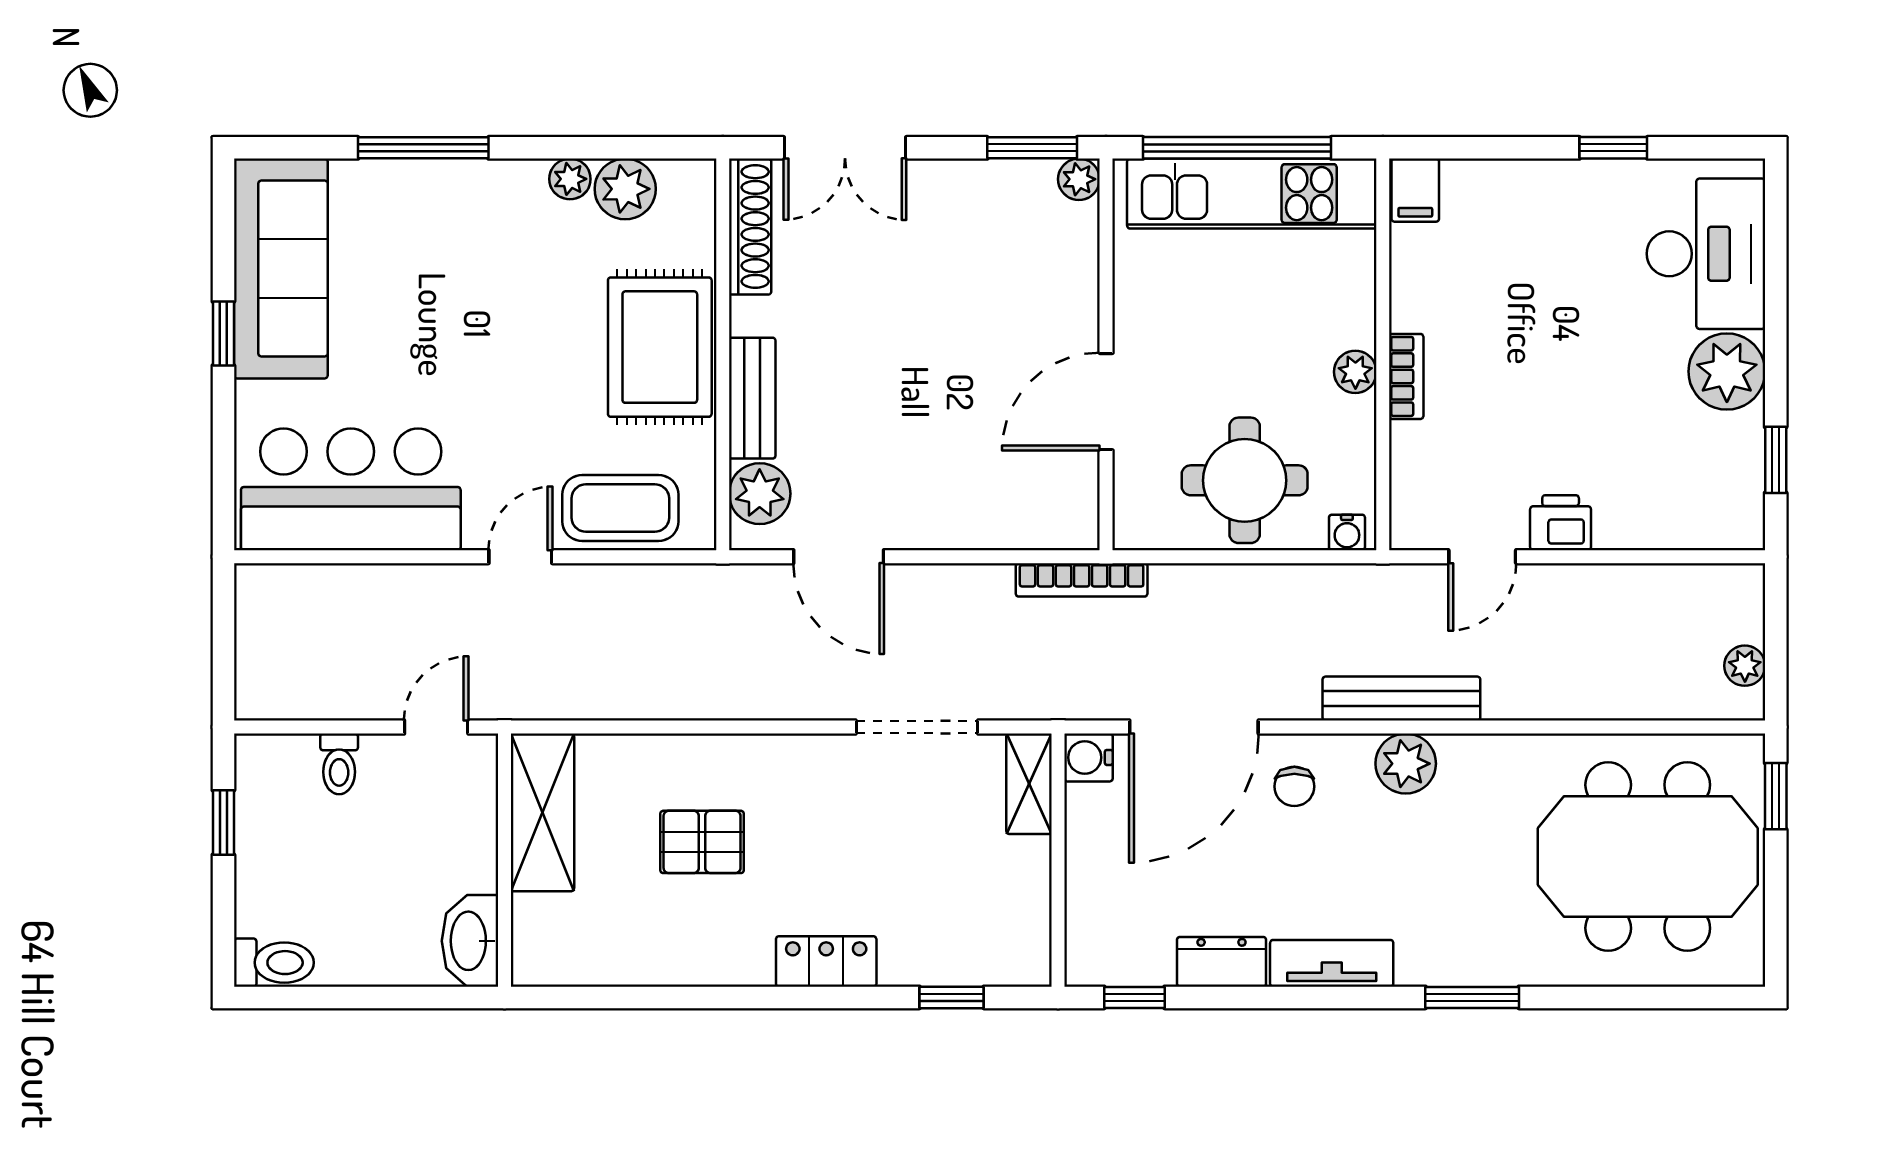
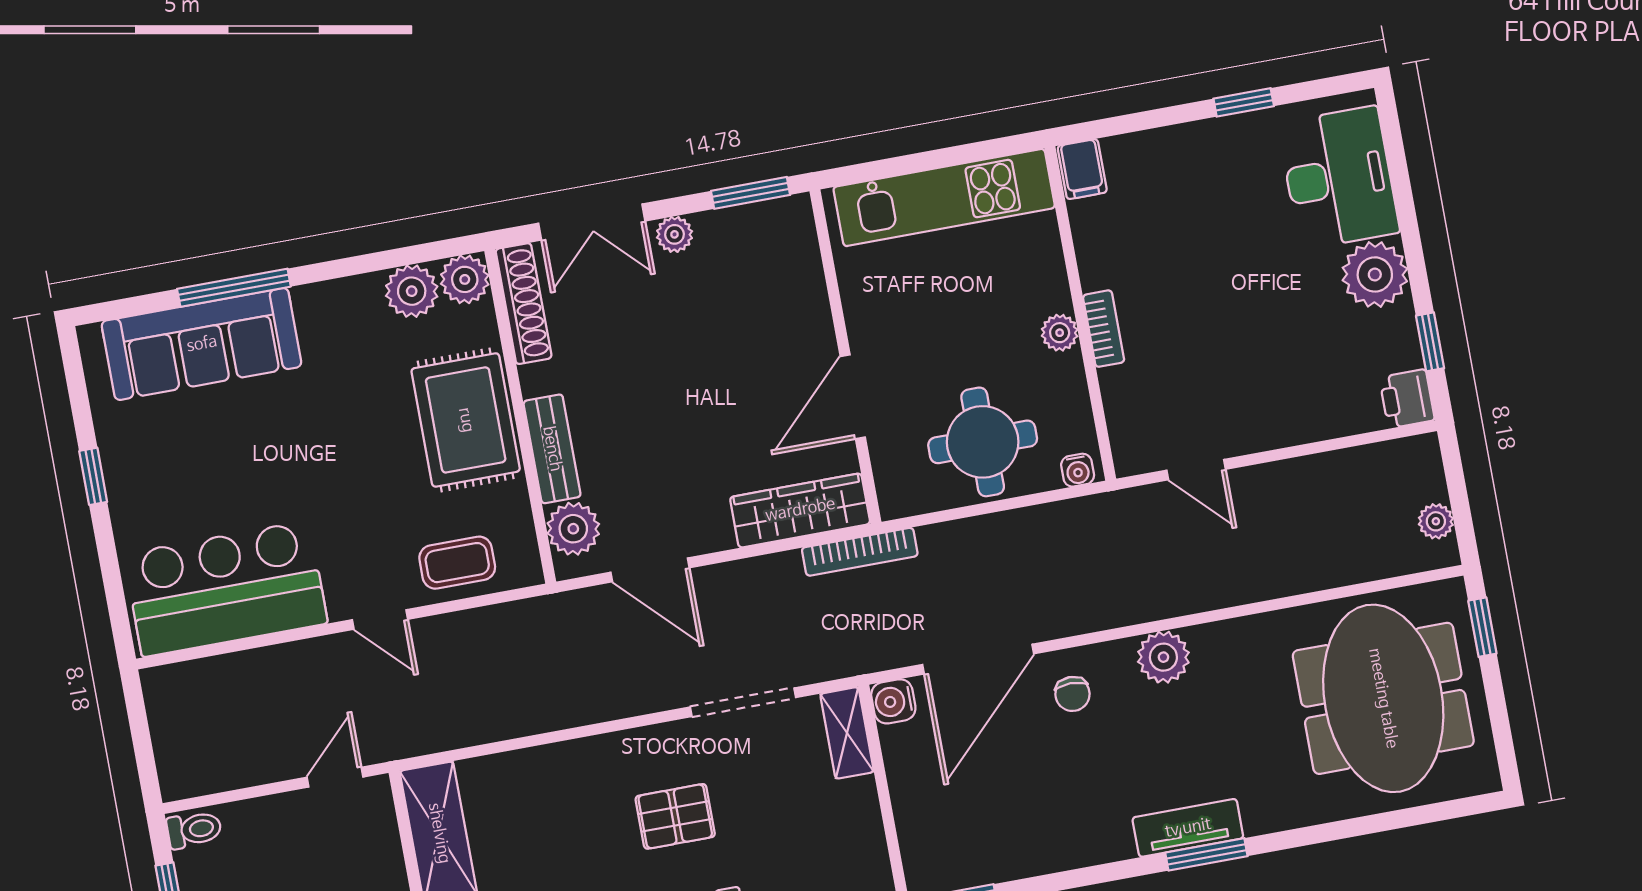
window: (1237, 148) -> (924, 161), removed
plant: (570, 179) -> (465, 279), moved, width x1.38, depth x1.38
plant: (1079, 179) -> (674, 234), moved
sofa: (281, 268) -> (202, 344), moved, turned 90
coffee table: (620, 508) -> (457, 563), width x0.73, depth x0.77
wardrobe: (1022, 520) -> (800, 510), added
printer: (1561, 523) -> (1407, 399), moved, turned -90
door: (520, 557) -> (380, 619), swing flipped
door: (1482, 557) -> (1196, 470), hinge flipped
bench: (1401, 699) -> (1150, 603), removed
toilet: (339, 764) -> (194, 830), moved, turned -90
pallet: (702, 842) -> (675, 816), moved
meeting table: (1648, 857) -> (1383, 698), turned 90
dresser: (1222, 962) -> (1038, 854), removed
tv unit: (1332, 963) -> (1188, 828), moved
window: (1472, 997) -> (1206, 854), moved

